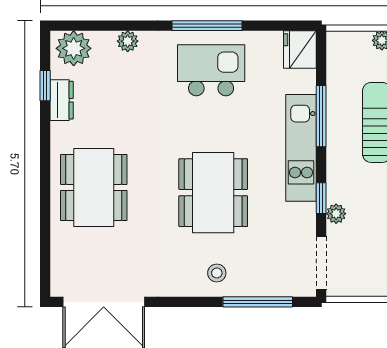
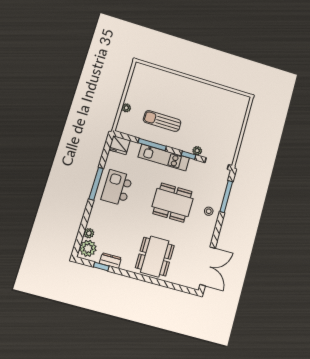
plant: (128, 41) -> (89, 233), moved
dining table: (94, 187) -> (155, 257), turned 90

